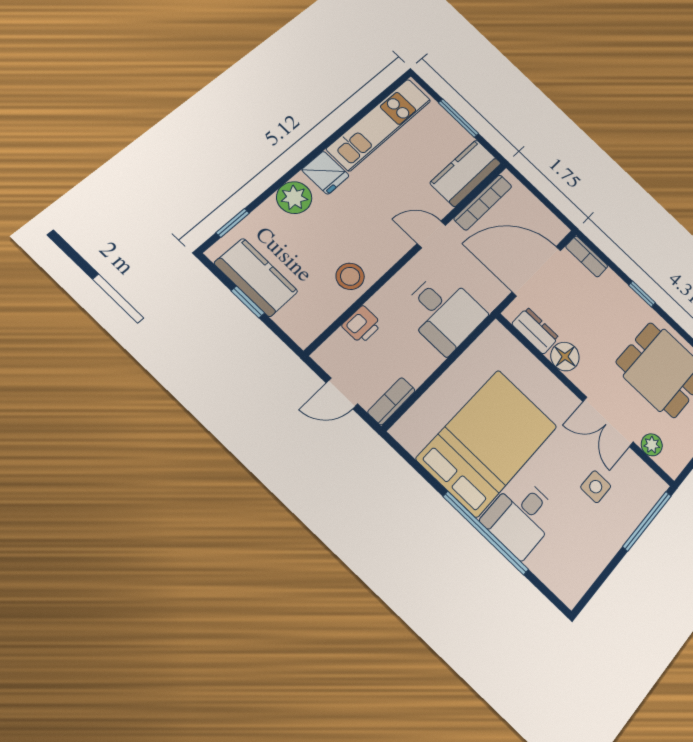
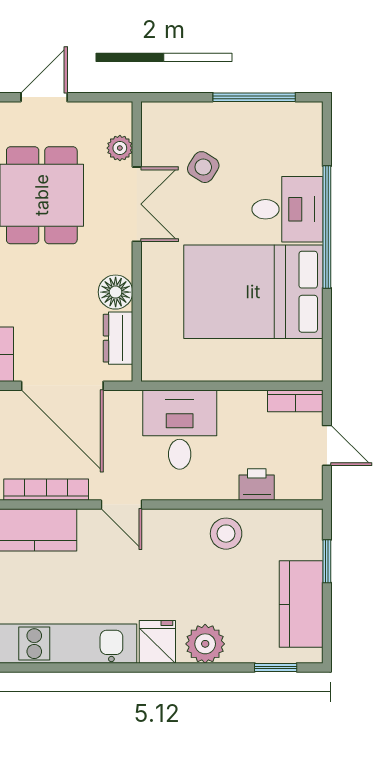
window: (248, 302) -> (327, 561), moved
side table: (596, 487) -> (203, 167), turned 32
window: (647, 521) -> (254, 97), moved

